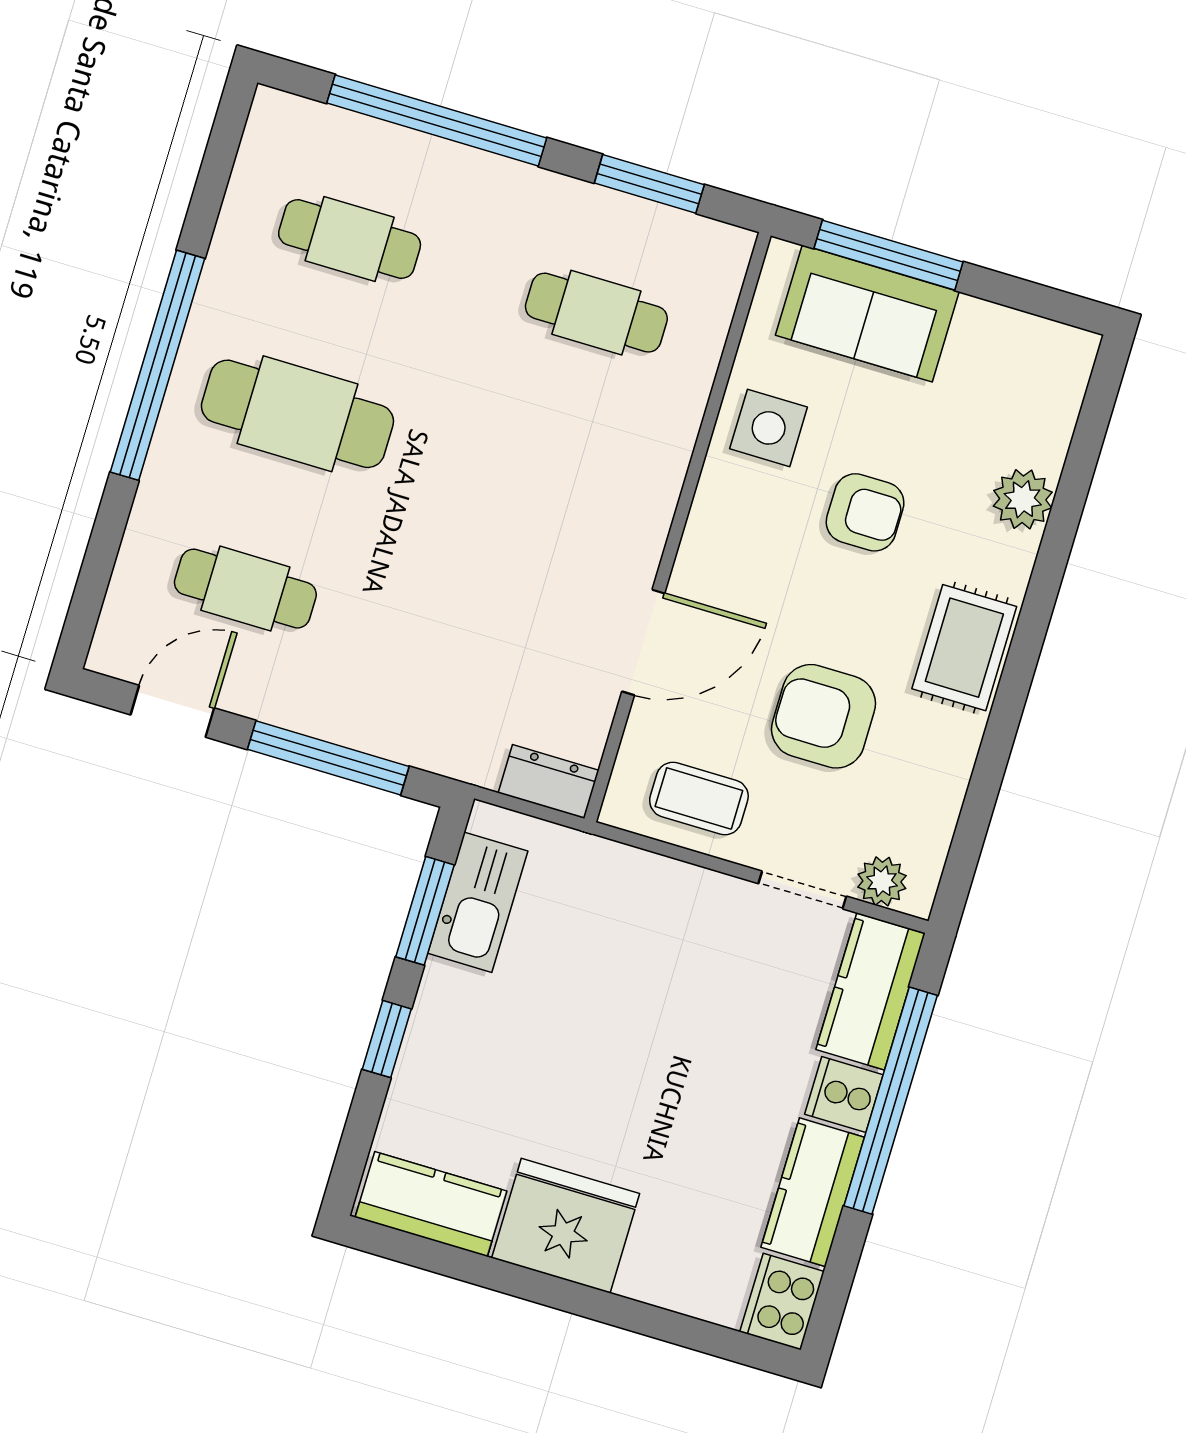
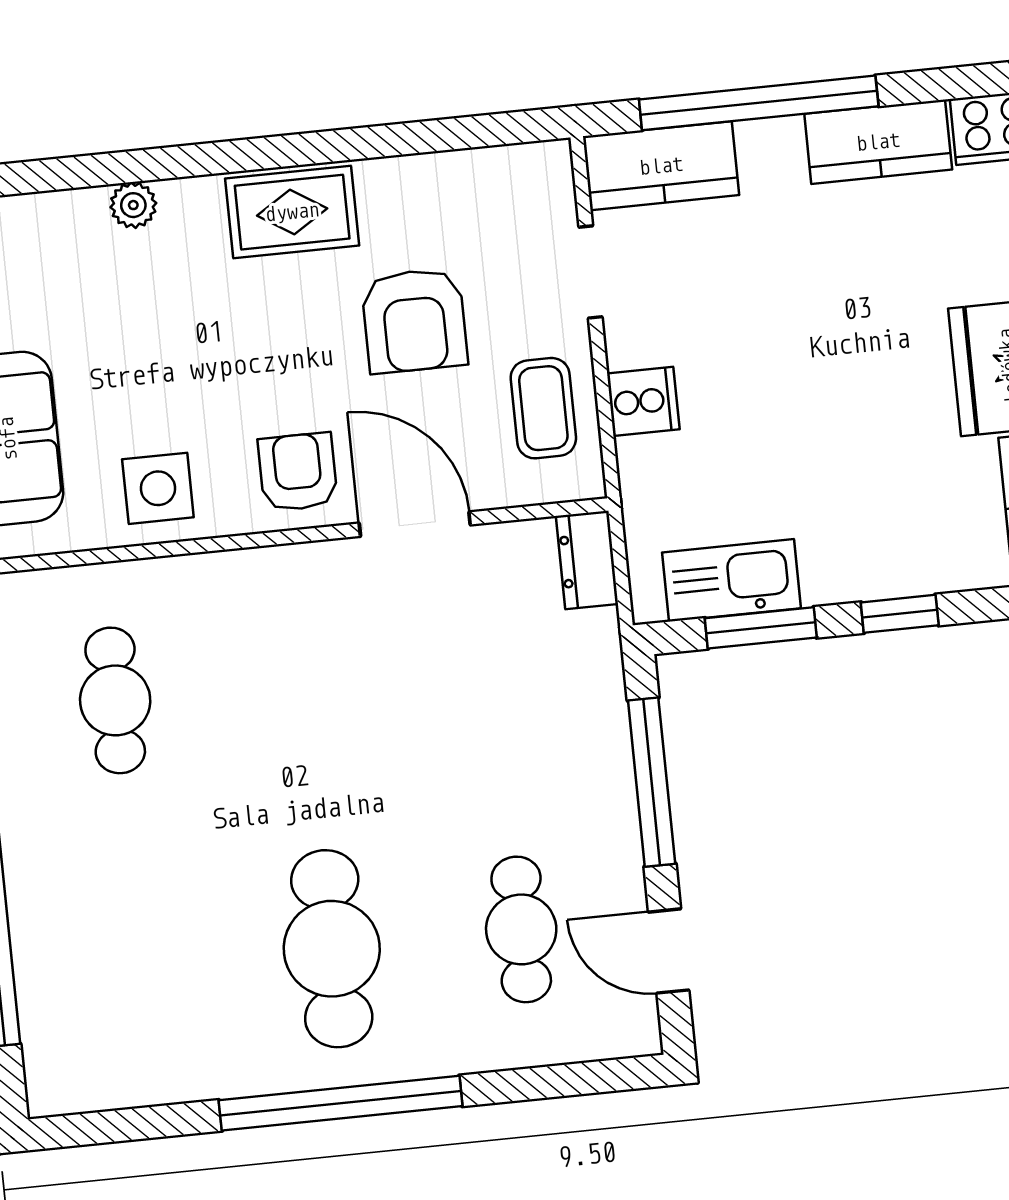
cafe table: (350, 239) -> (142, 968), removed
plant: (1023, 499) -> (133, 205), width x0.73, depth x0.73
armchair: (865, 512) -> (298, 472), moved
plant: (882, 881) -> (551, 199), removed
cooker: (844, 1094) -> (643, 401), moved, turned -90

